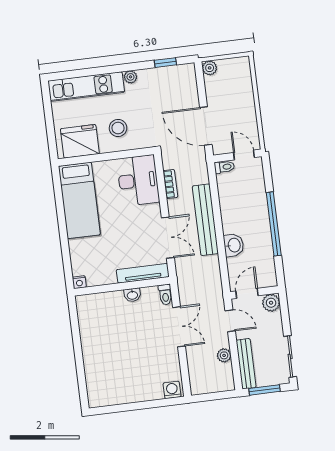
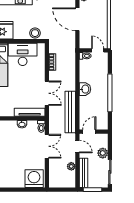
door: (206, 126) -> (77, 19), moved
stool: (118, 128) -> (35, 33), moved
desk: (138, 180) -> (23, 54), moved, turned -90
bench: (205, 220) -> (70, 112), moved
washbasin: (234, 245) -> (85, 89), moved
plant: (271, 303) -> (103, 153), moved
washing machine: (172, 390) -> (34, 179), width x1.89, depth x1.89

